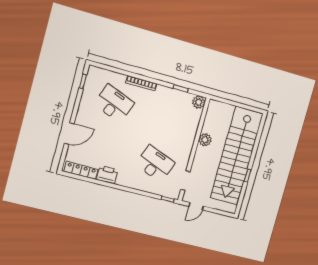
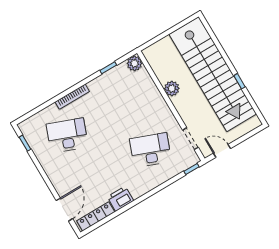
door: (69, 134) -> (64, 210), moved
door: (196, 206) -> (222, 151), swing flipped

